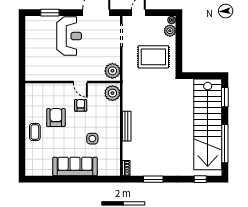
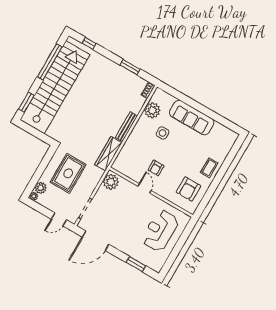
reception desk: (69, 36) -> (160, 231), moved
rug: (153, 57) -> (68, 173), turned 90
plant: (112, 93) -> (152, 110), moved
wardrobe: (129, 94) -> (108, 154), added
armchair: (56, 118) -> (188, 189), moved

